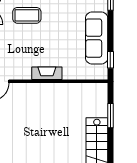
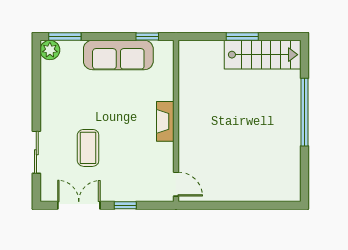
window: (110, 116) -> (242, 37), moved

